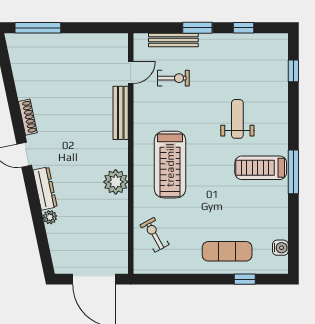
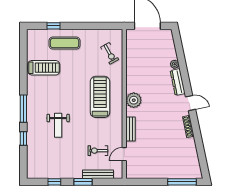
window: (293, 71) -> (23, 138), moved
bench: (121, 113) -> (131, 129), width x0.73
treadmill: (261, 168) -> (44, 68), moved
window: (293, 172) -> (23, 109), moved
plant: (116, 182) -> (134, 100), moved
water cooler: (280, 248) -> (31, 45), removed

